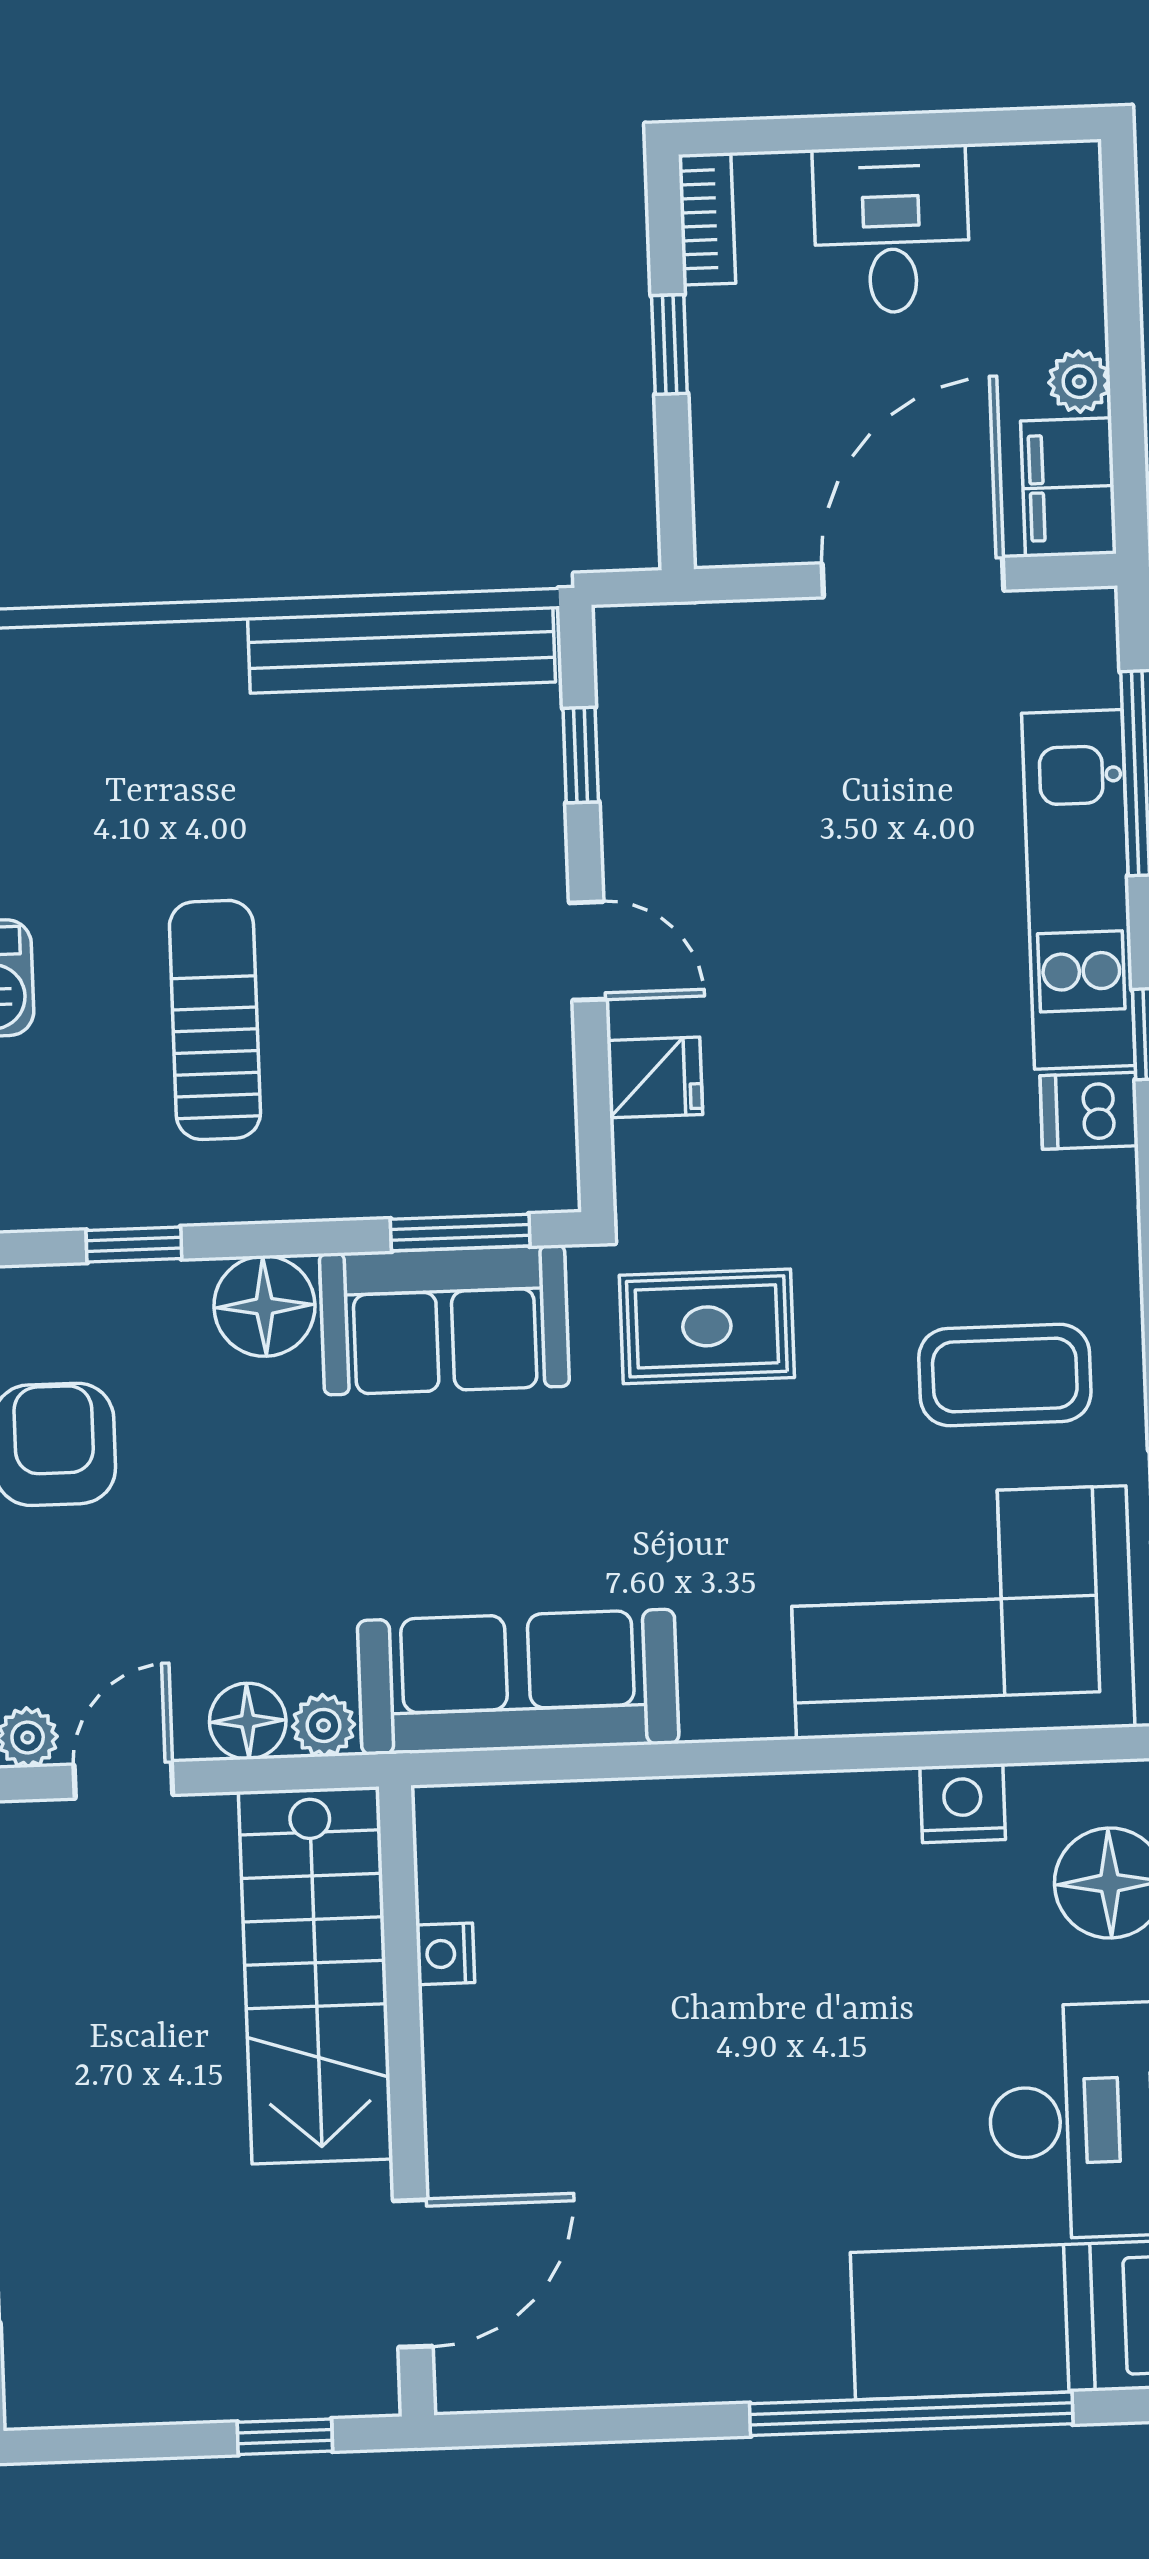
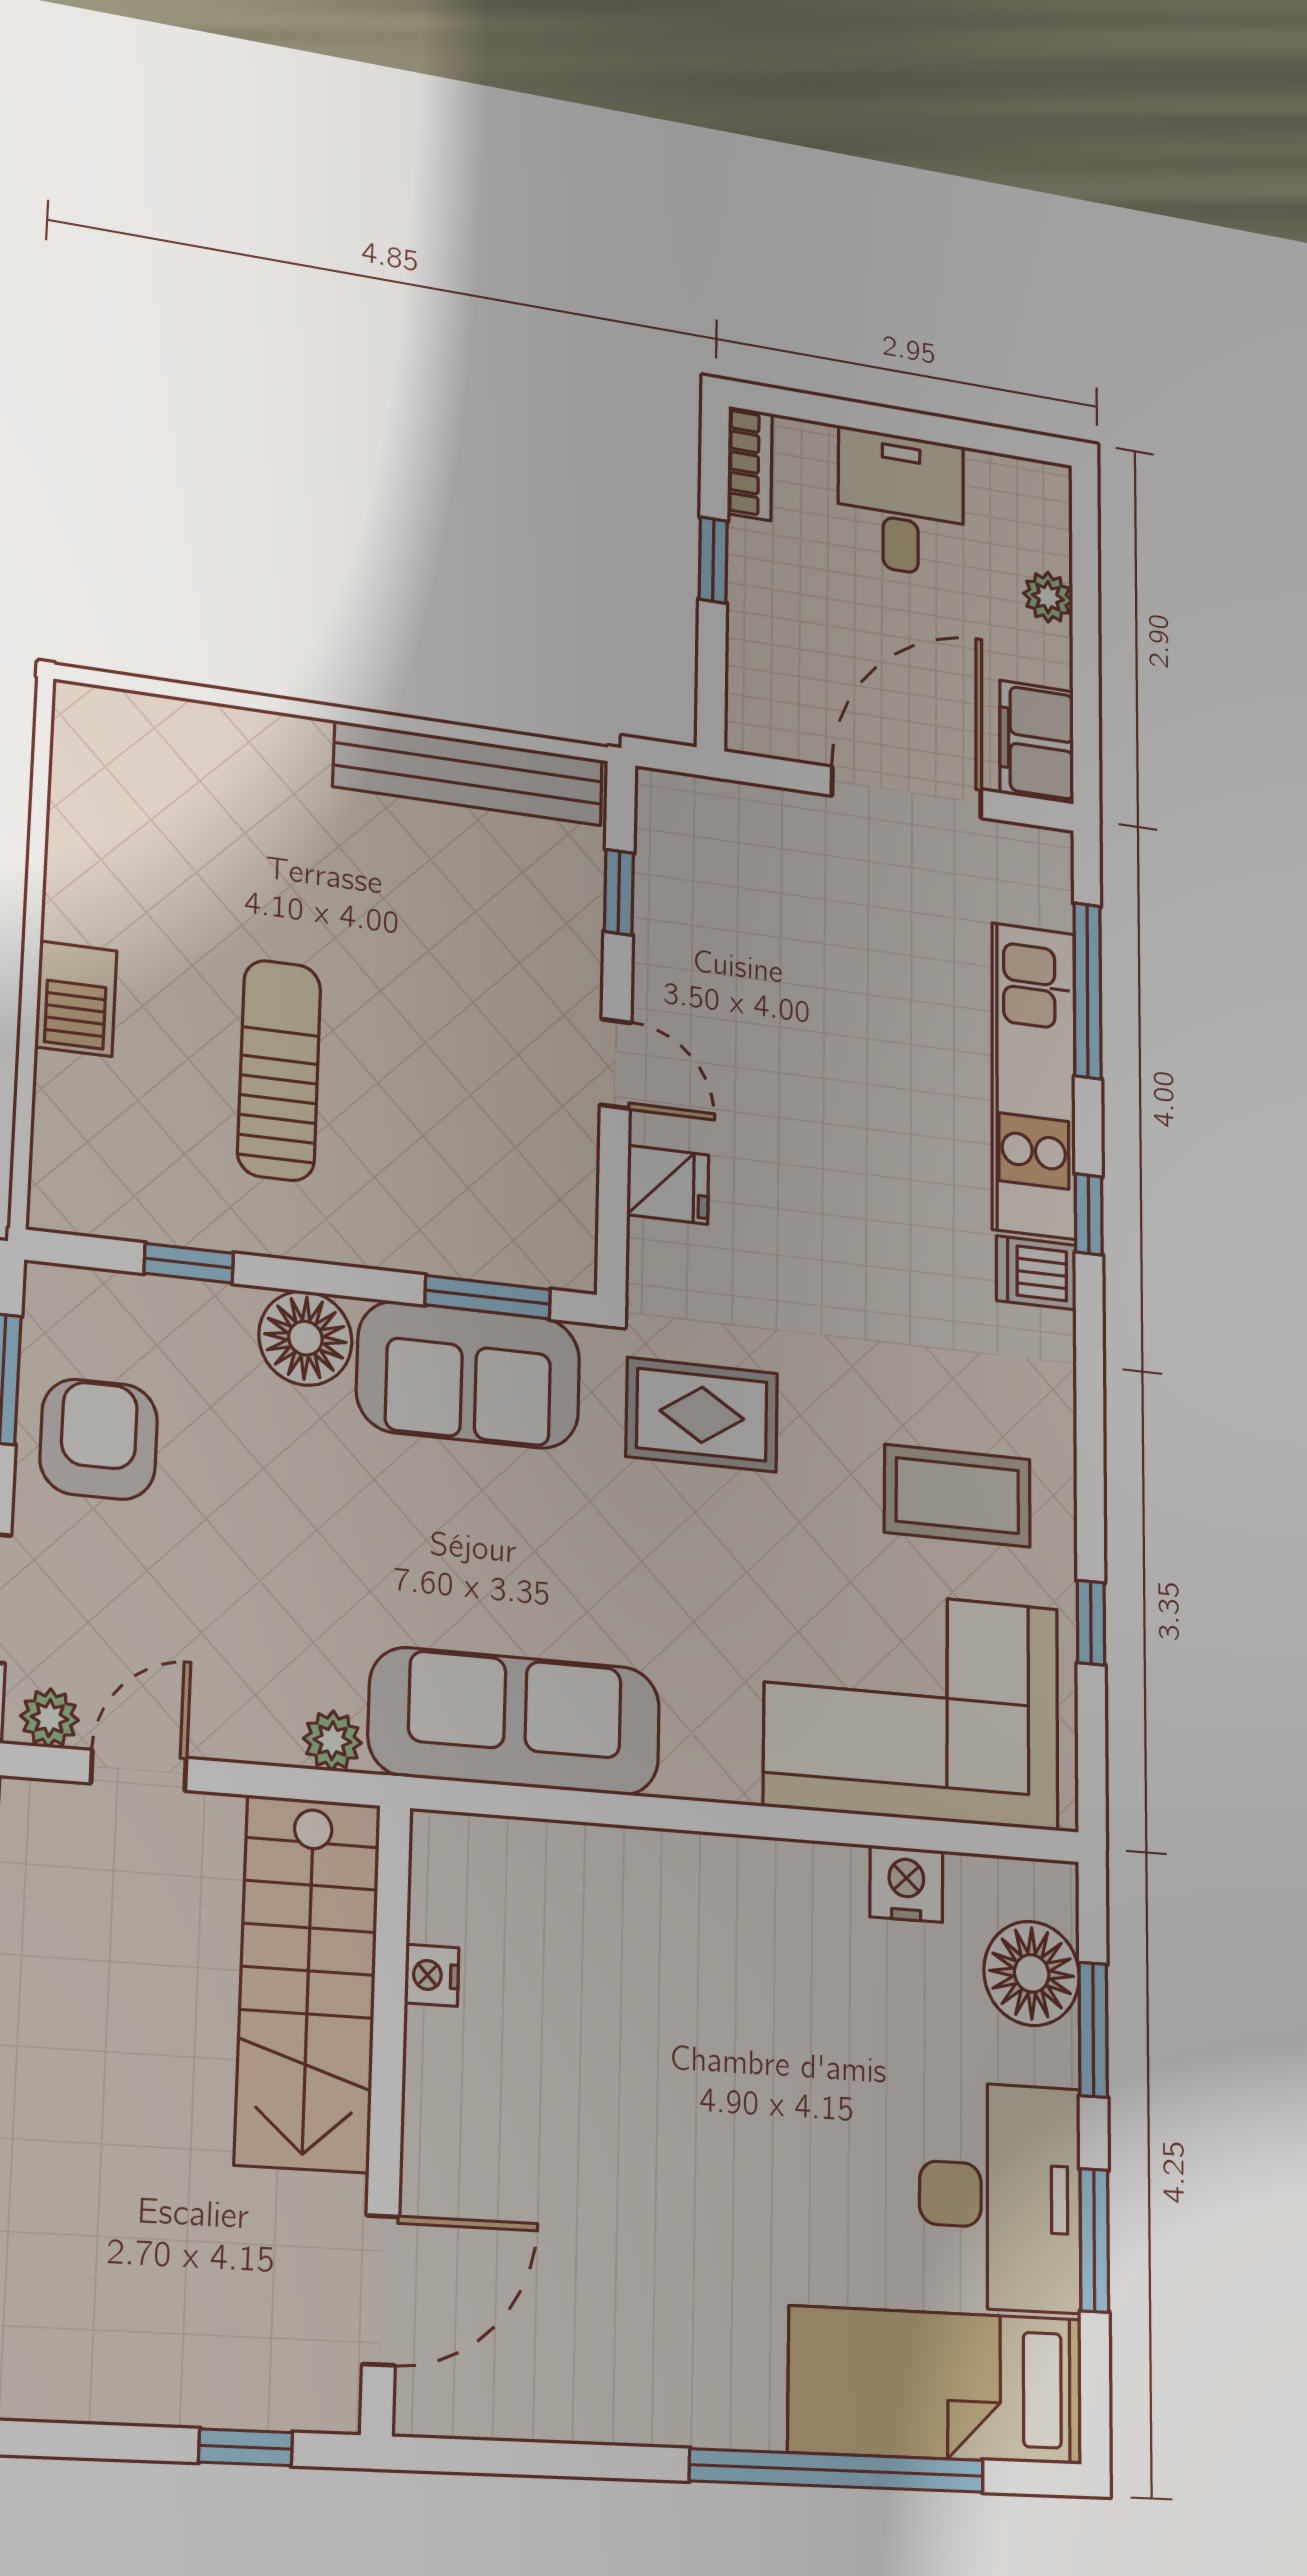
plant: (1079, 382) -> (1048, 597), moved
floor lamp: (248, 1721) -> (261, 1728), removed

